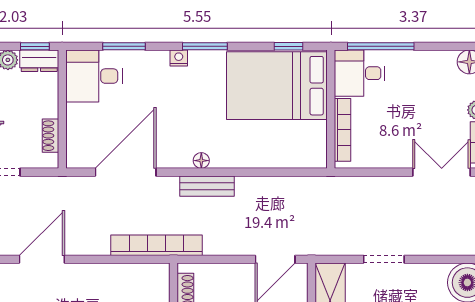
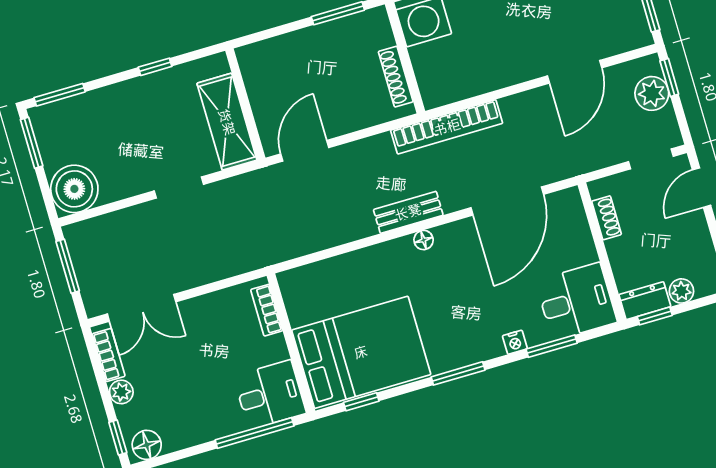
nightstand: (179, 58) -> (515, 342), moved
bookcase: (343, 130) -> (267, 310), width x0.64

